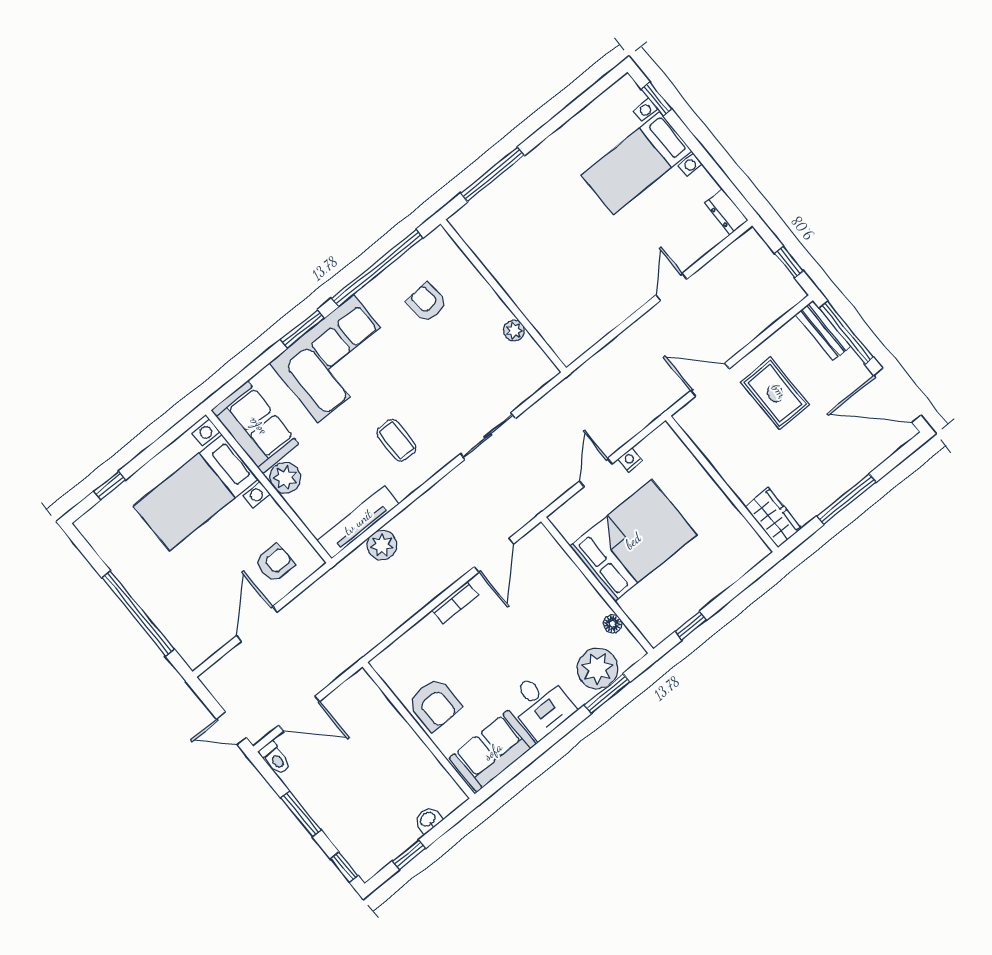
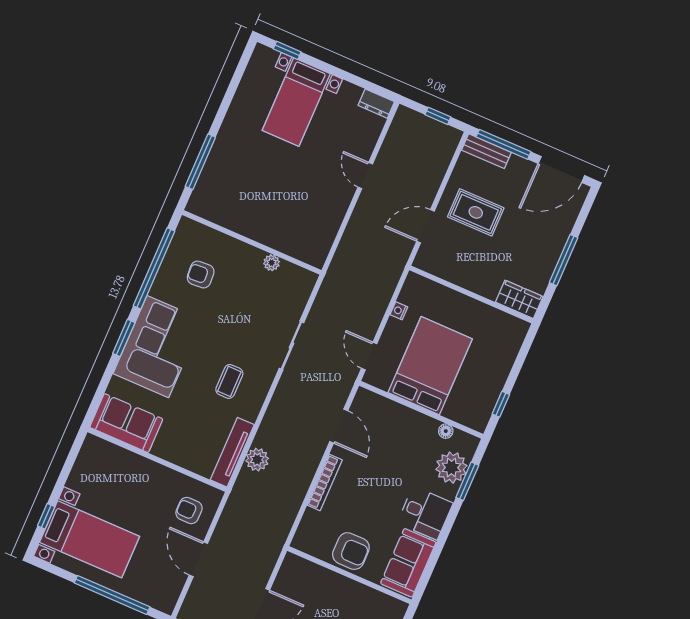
coffee table: (396, 440) -> (229, 381), turned 90
door: (596, 472) -> (369, 356), moved
plant: (285, 478) -> (166, 447), removed
bed with nightstands: (196, 493) -> (90, 539), moved, turned -90
armchair: (275, 563) -> (189, 511), turned -90
bookcase: (455, 603) -> (325, 482), width x1.56

